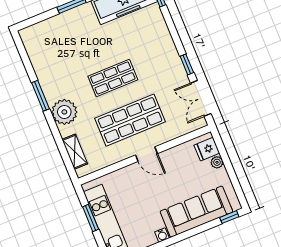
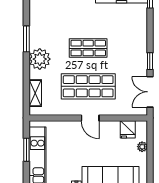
fridge: (207, 149) -> (128, 129), moved, turned -90

